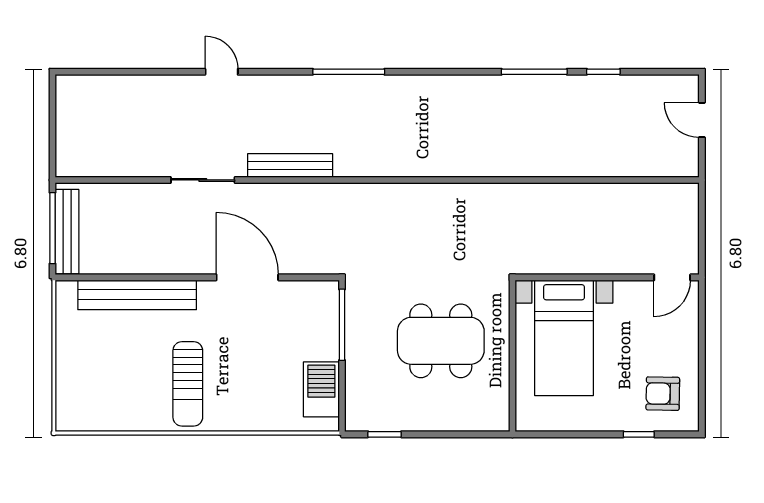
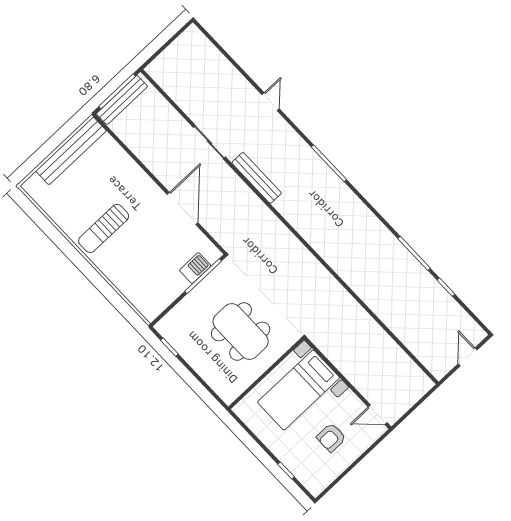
bench: (137, 295) -> (71, 151), moved, turned 90
barbecue: (321, 389) -> (195, 268), moved, width x0.73, depth x0.79
armchair: (663, 394) -> (331, 438), moved, turned -91

